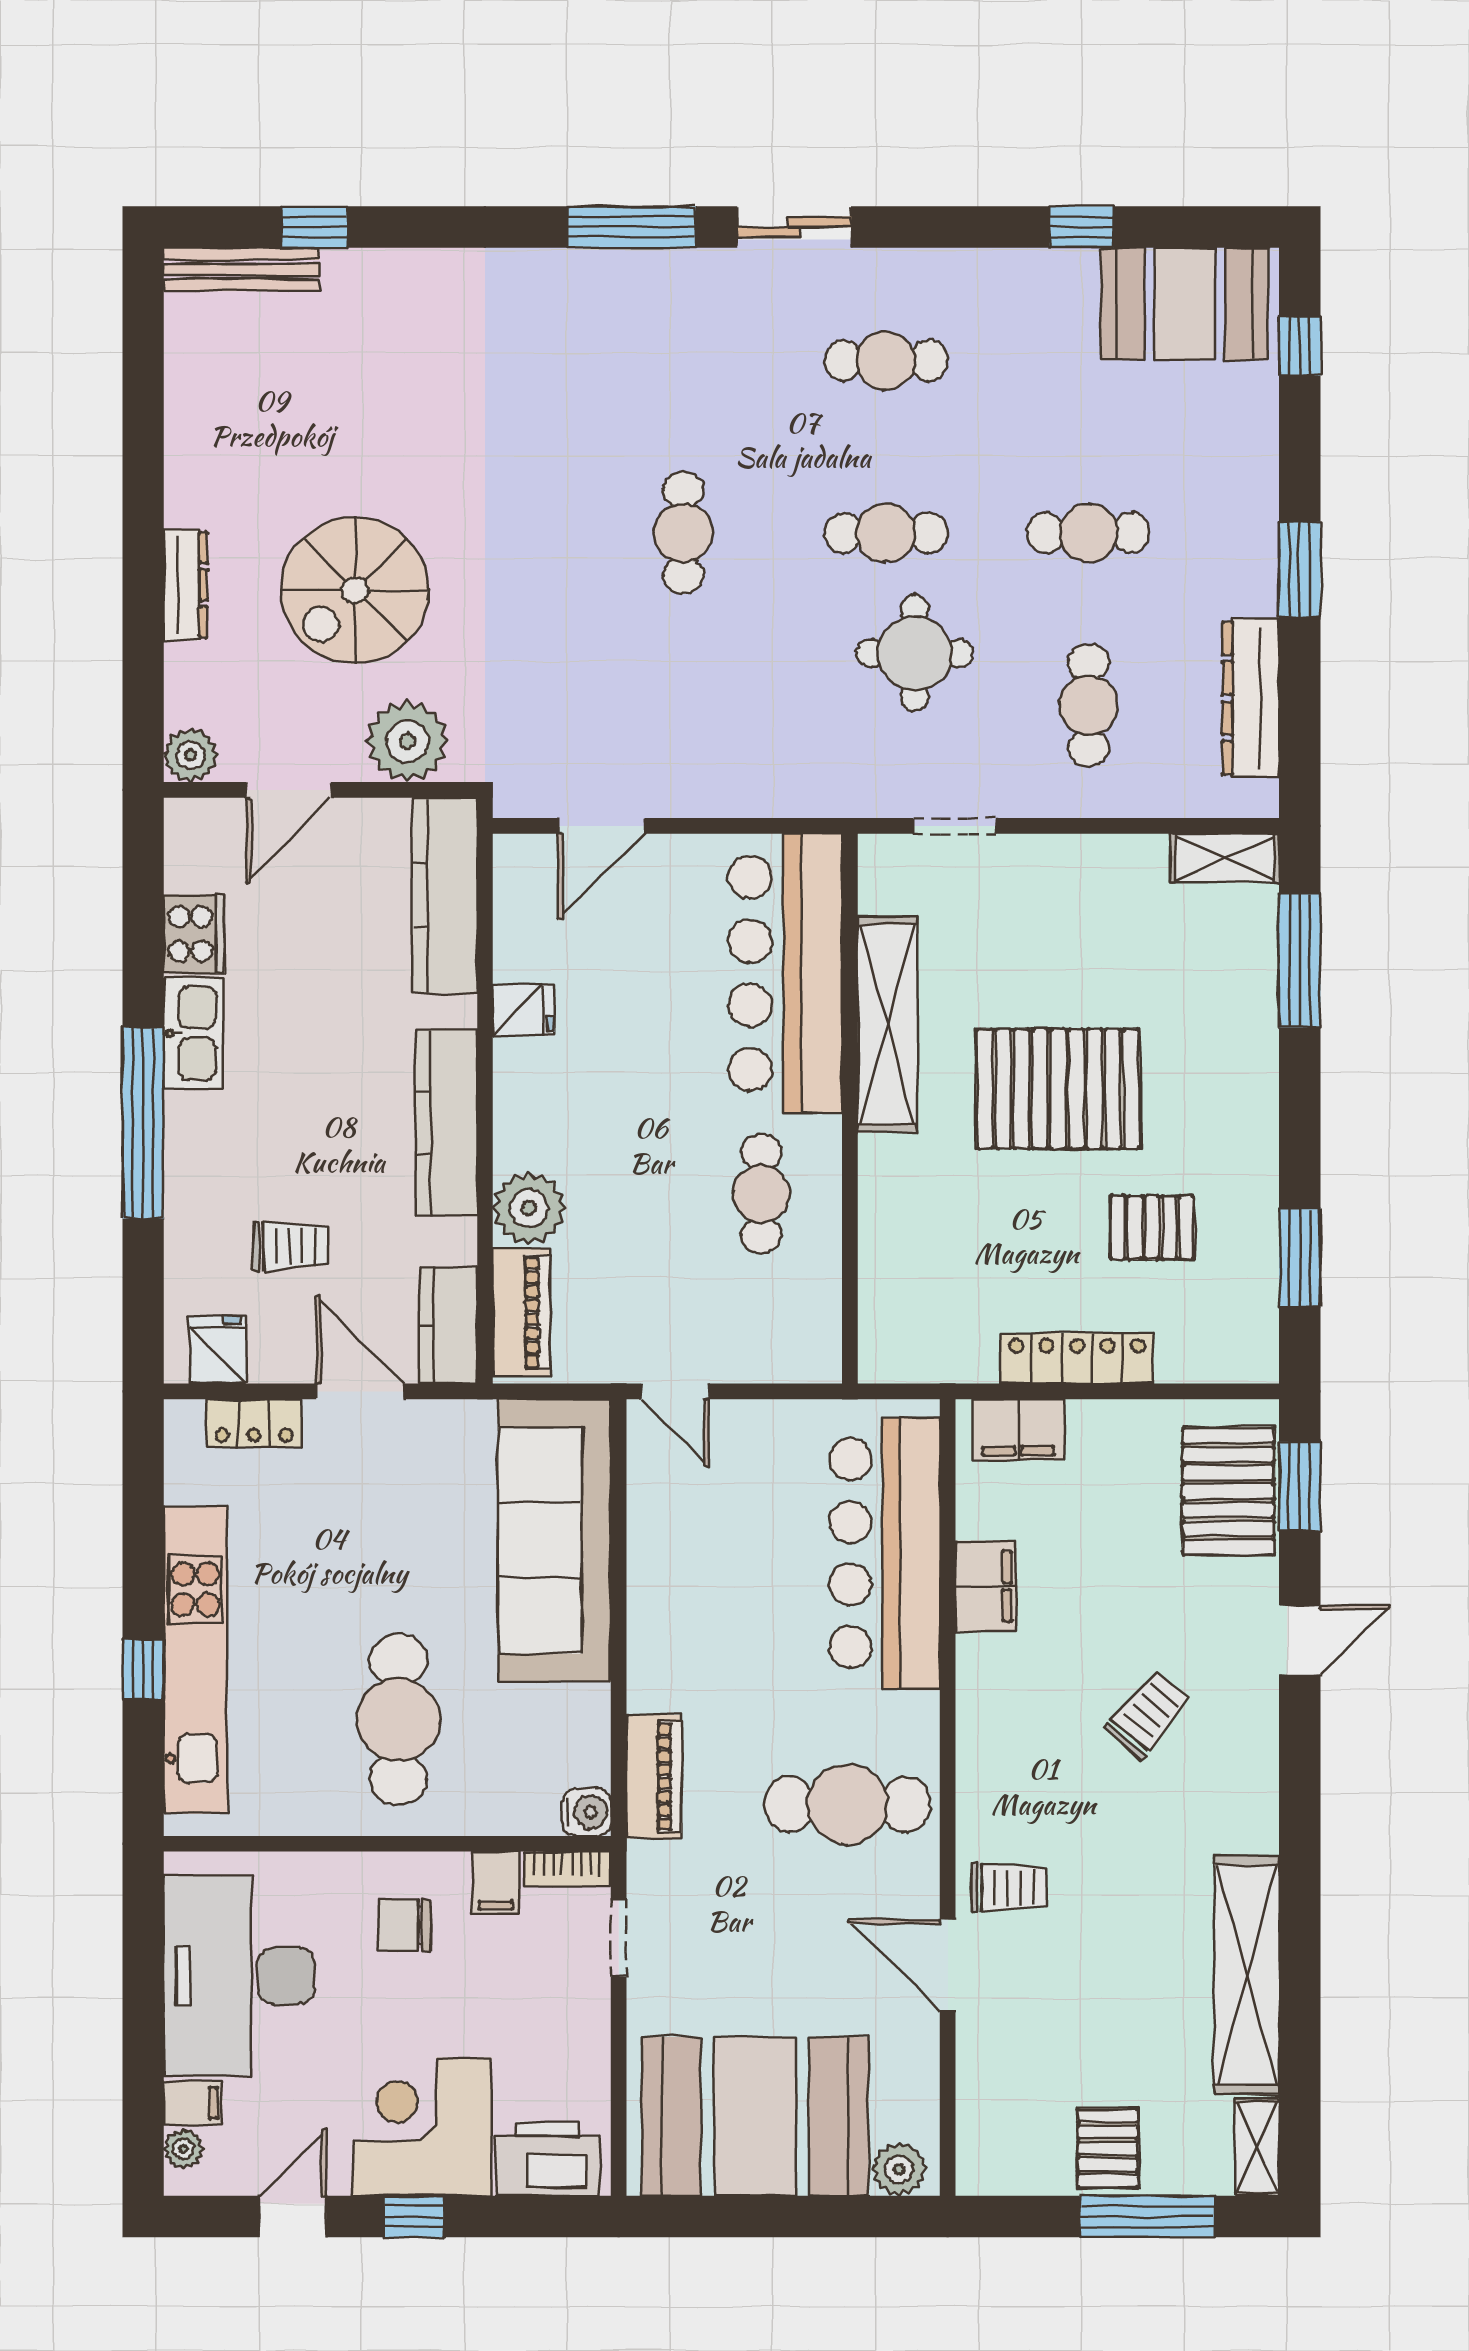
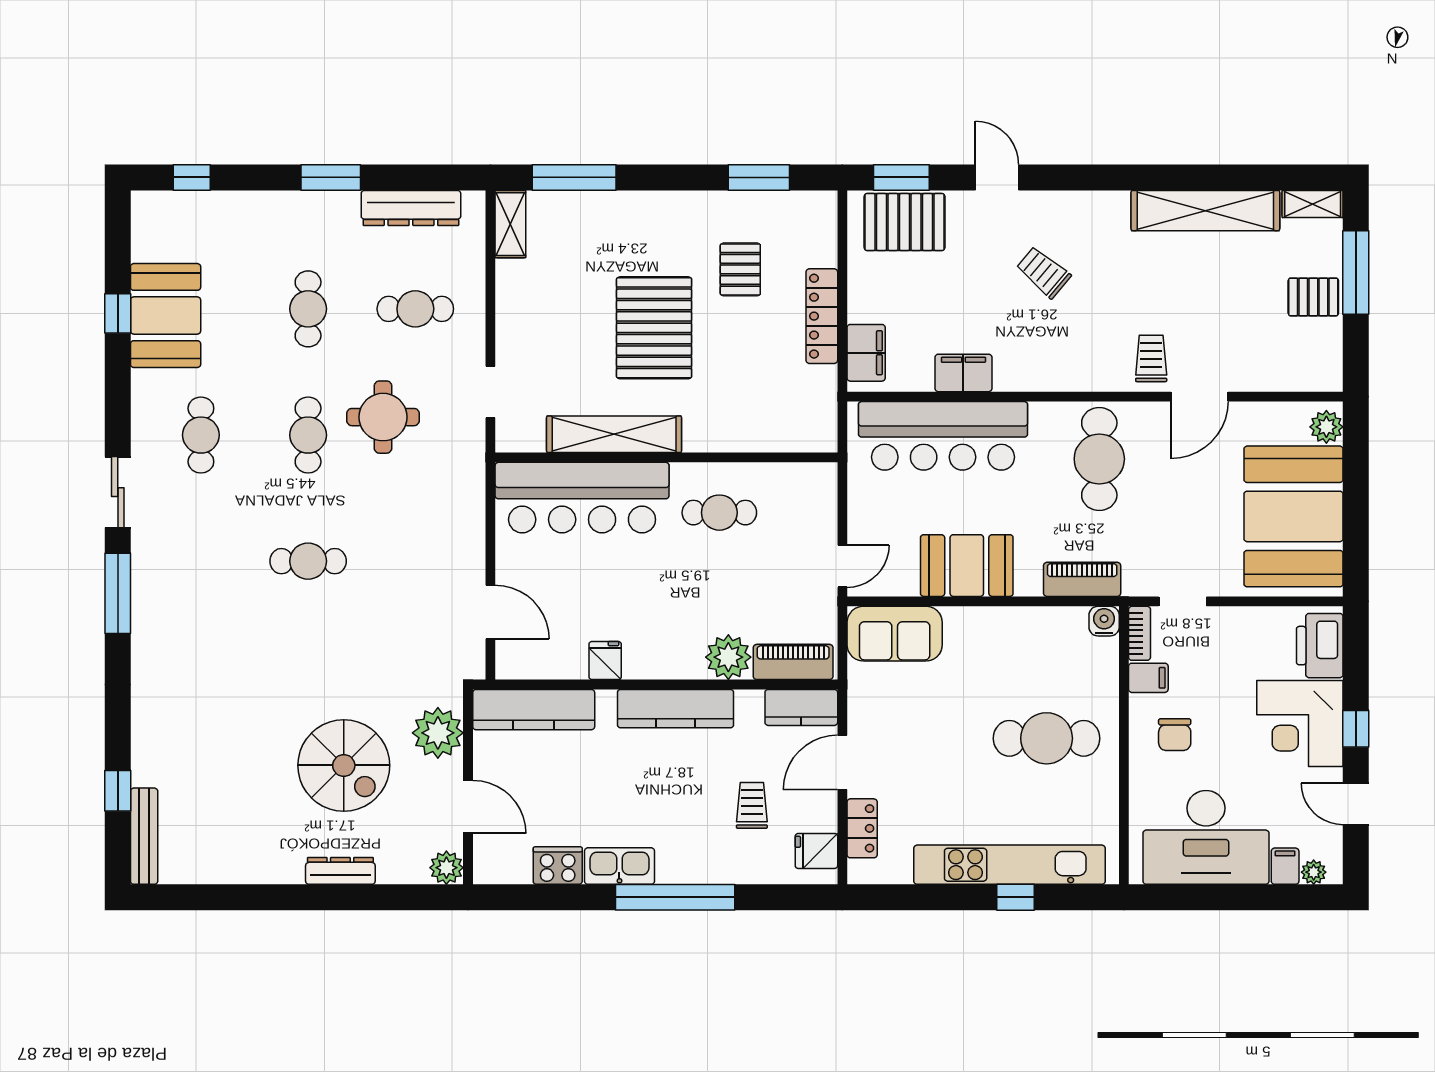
booth: (1184, 304) -> (166, 316), moved
sofa: (555, 1540) -> (895, 634), width x0.54, depth x0.79
booth: (676, 1591) -> (967, 566), added

